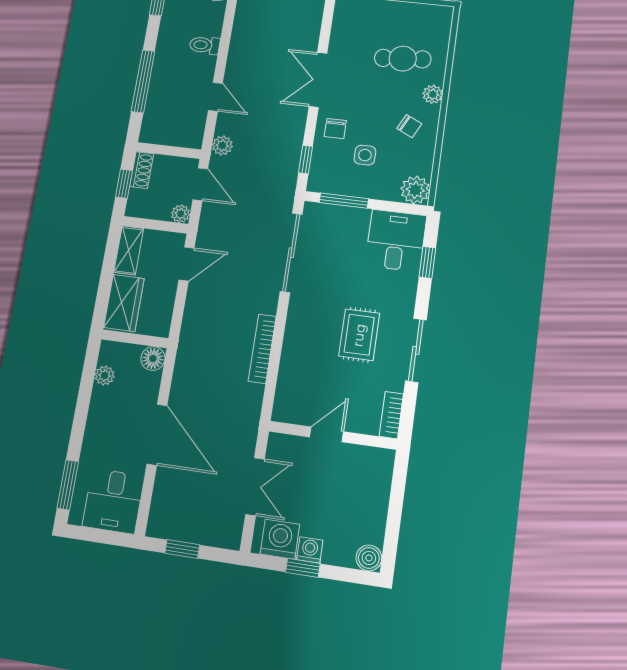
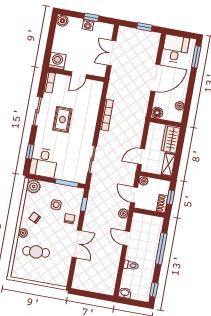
sliding door: (291, 253) -> (92, 159), width x0.73
door: (157, 435) -> (155, 78), swing flipped
washing machine: (280, 539) -> (57, 61), moved, turned 180

